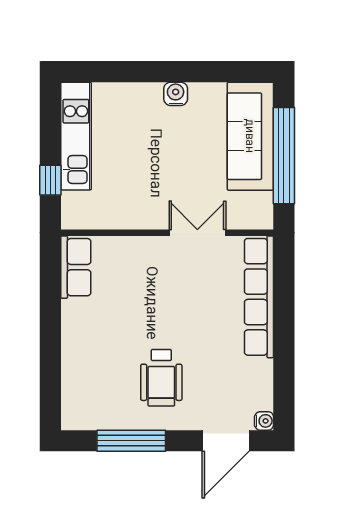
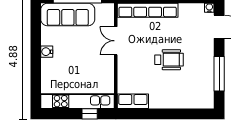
kitchen unit: (76, 136) -> (77, 101), width x1.36
wheelchair: (161, 378) -> (169, 60), moved

